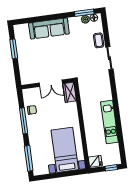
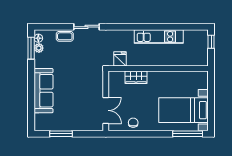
double door: (51, 83) -> (106, 110), moved
wardrobe: (70, 92) -> (136, 77), moved
window: (24, 121) -> (144, 134), removed
bed with nightstands: (65, 150) -> (184, 110), moved
fridge: (95, 161) -> (120, 59), moved

